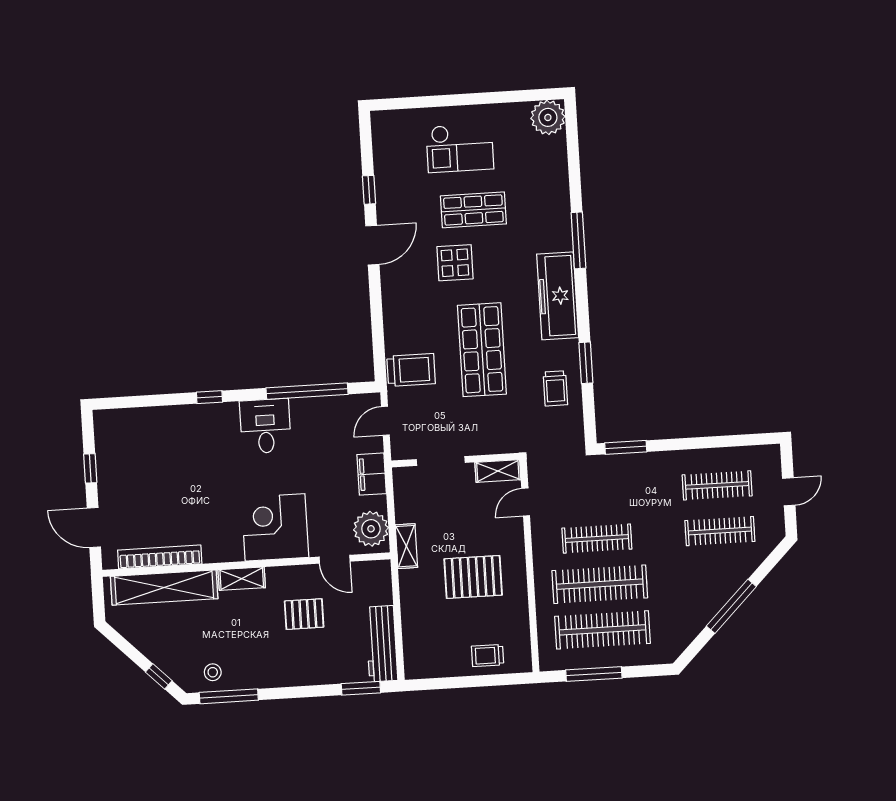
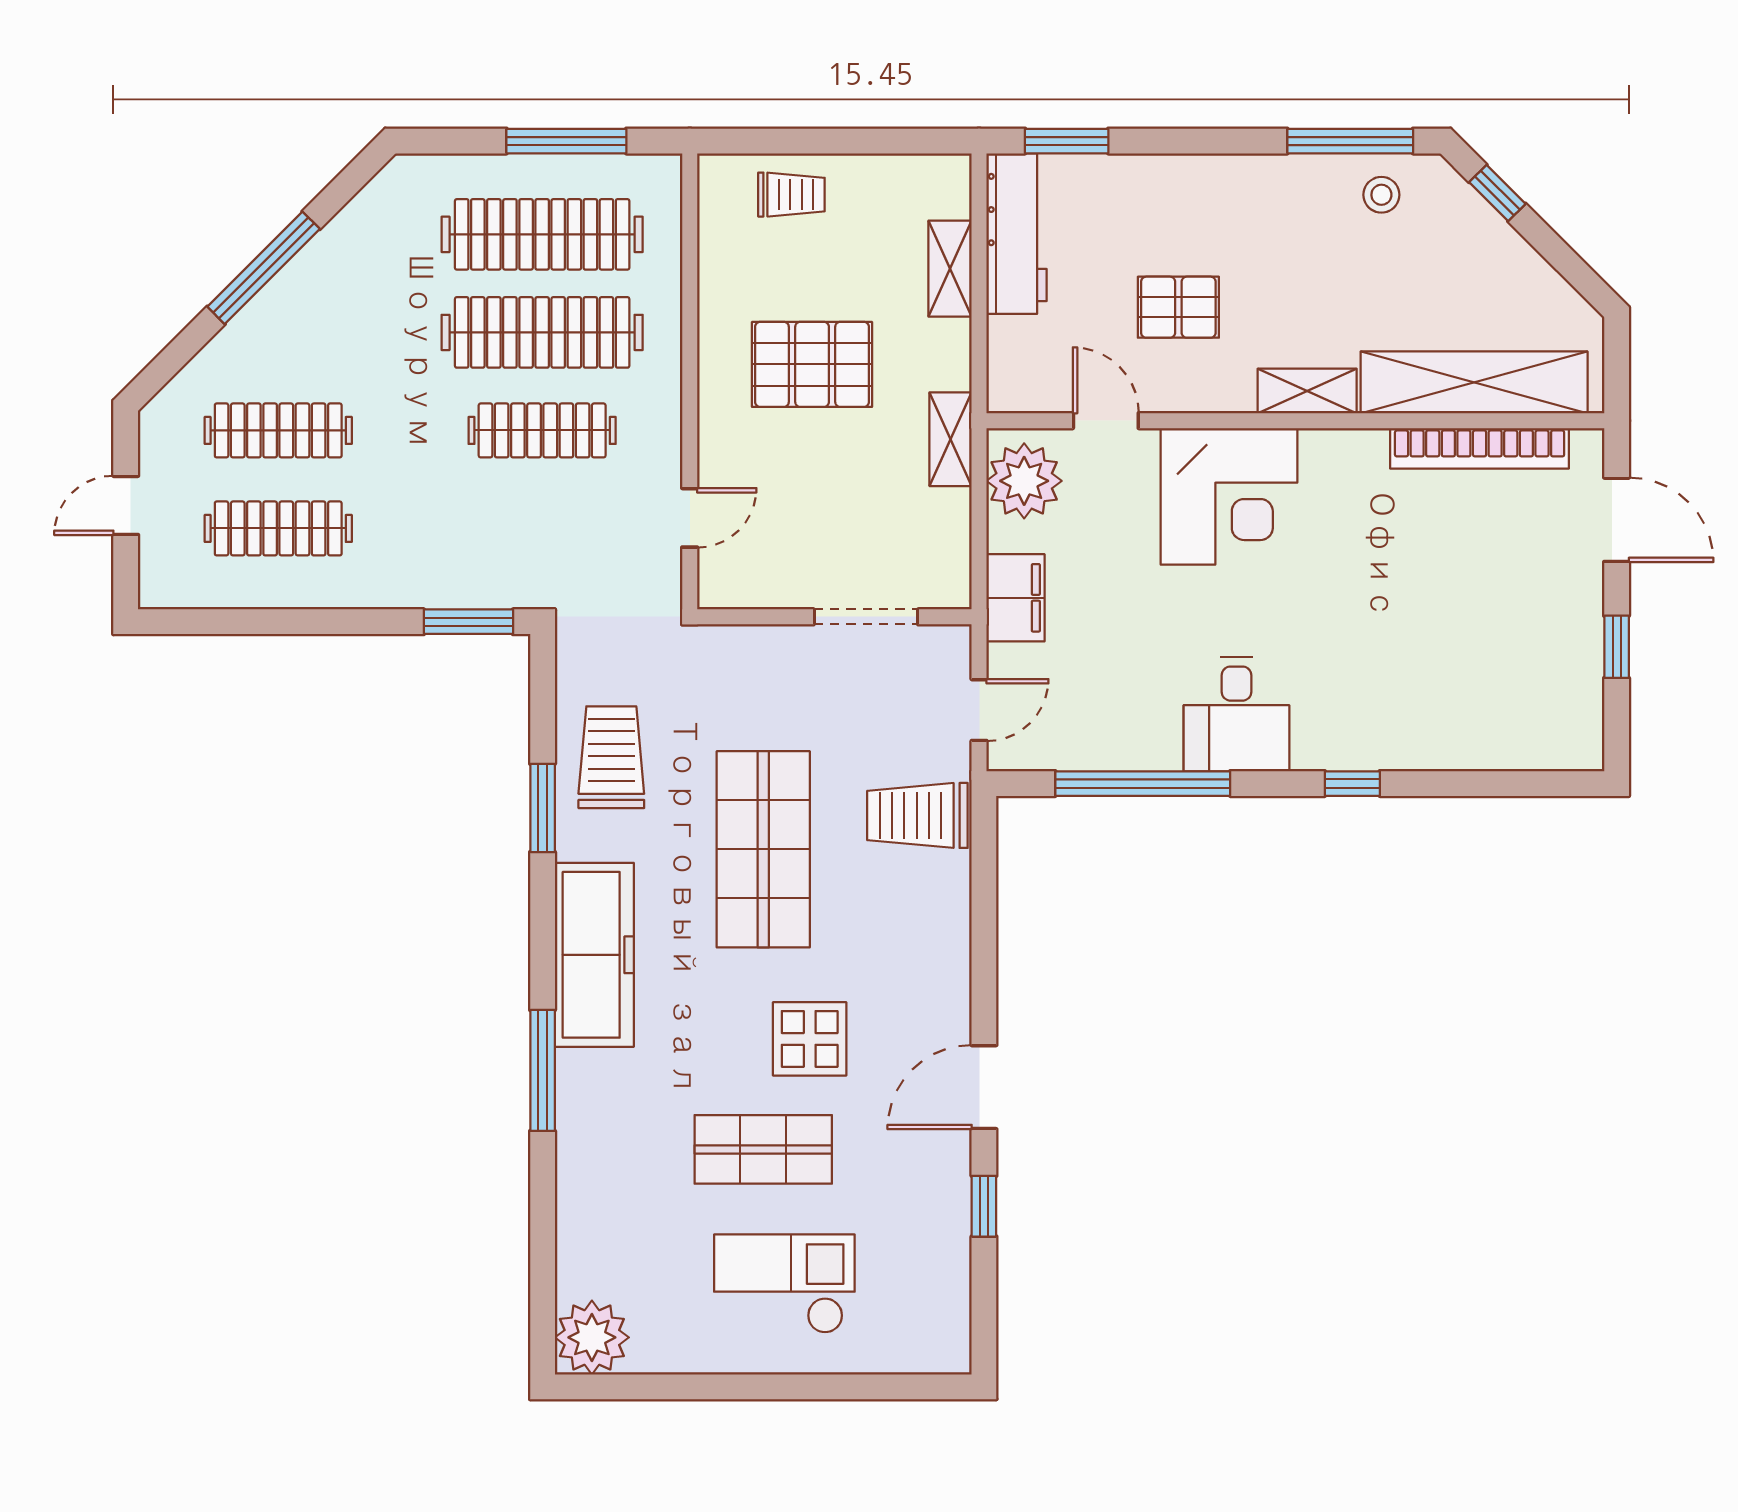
trolley: (555, 388) -> (611, 757), width x1.36, depth x1.39
shelving: (498, 471) -> (950, 269), moved, turned 90

